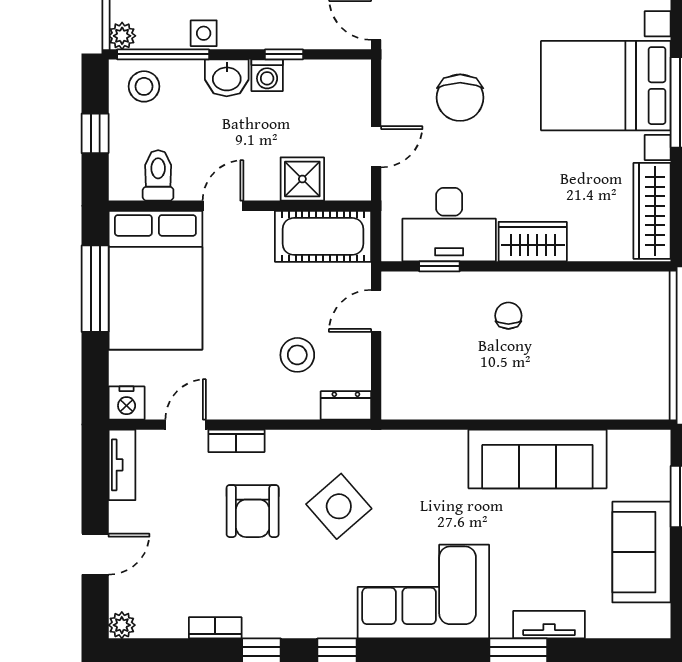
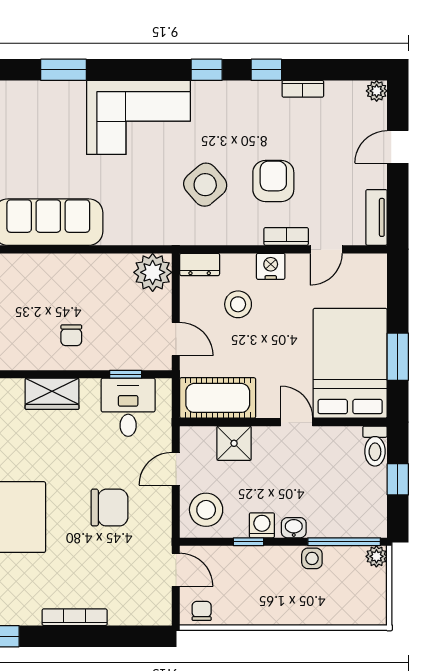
washbasin: (227, 78) -> (294, 528), width x0.72, depth x0.69
stool: (144, 86) -> (206, 510), moved, width x1.38, depth x1.38
chair: (460, 98) -> (109, 508), turned 90
toilet: (158, 175) -> (375, 446), moved
door: (223, 206) -> (297, 422), swing flipped
desk: (449, 225) -> (128, 407), width x0.73
window: (95, 289) -> (398, 357), width x0.69
door: (376, 311) -> (176, 339), hinge flipped
plant: (405, 395) -> (153, 272), added
nightstand: (127, 403) -> (271, 266), moved
tv unit: (549, 625) -> (39, 91), removed

